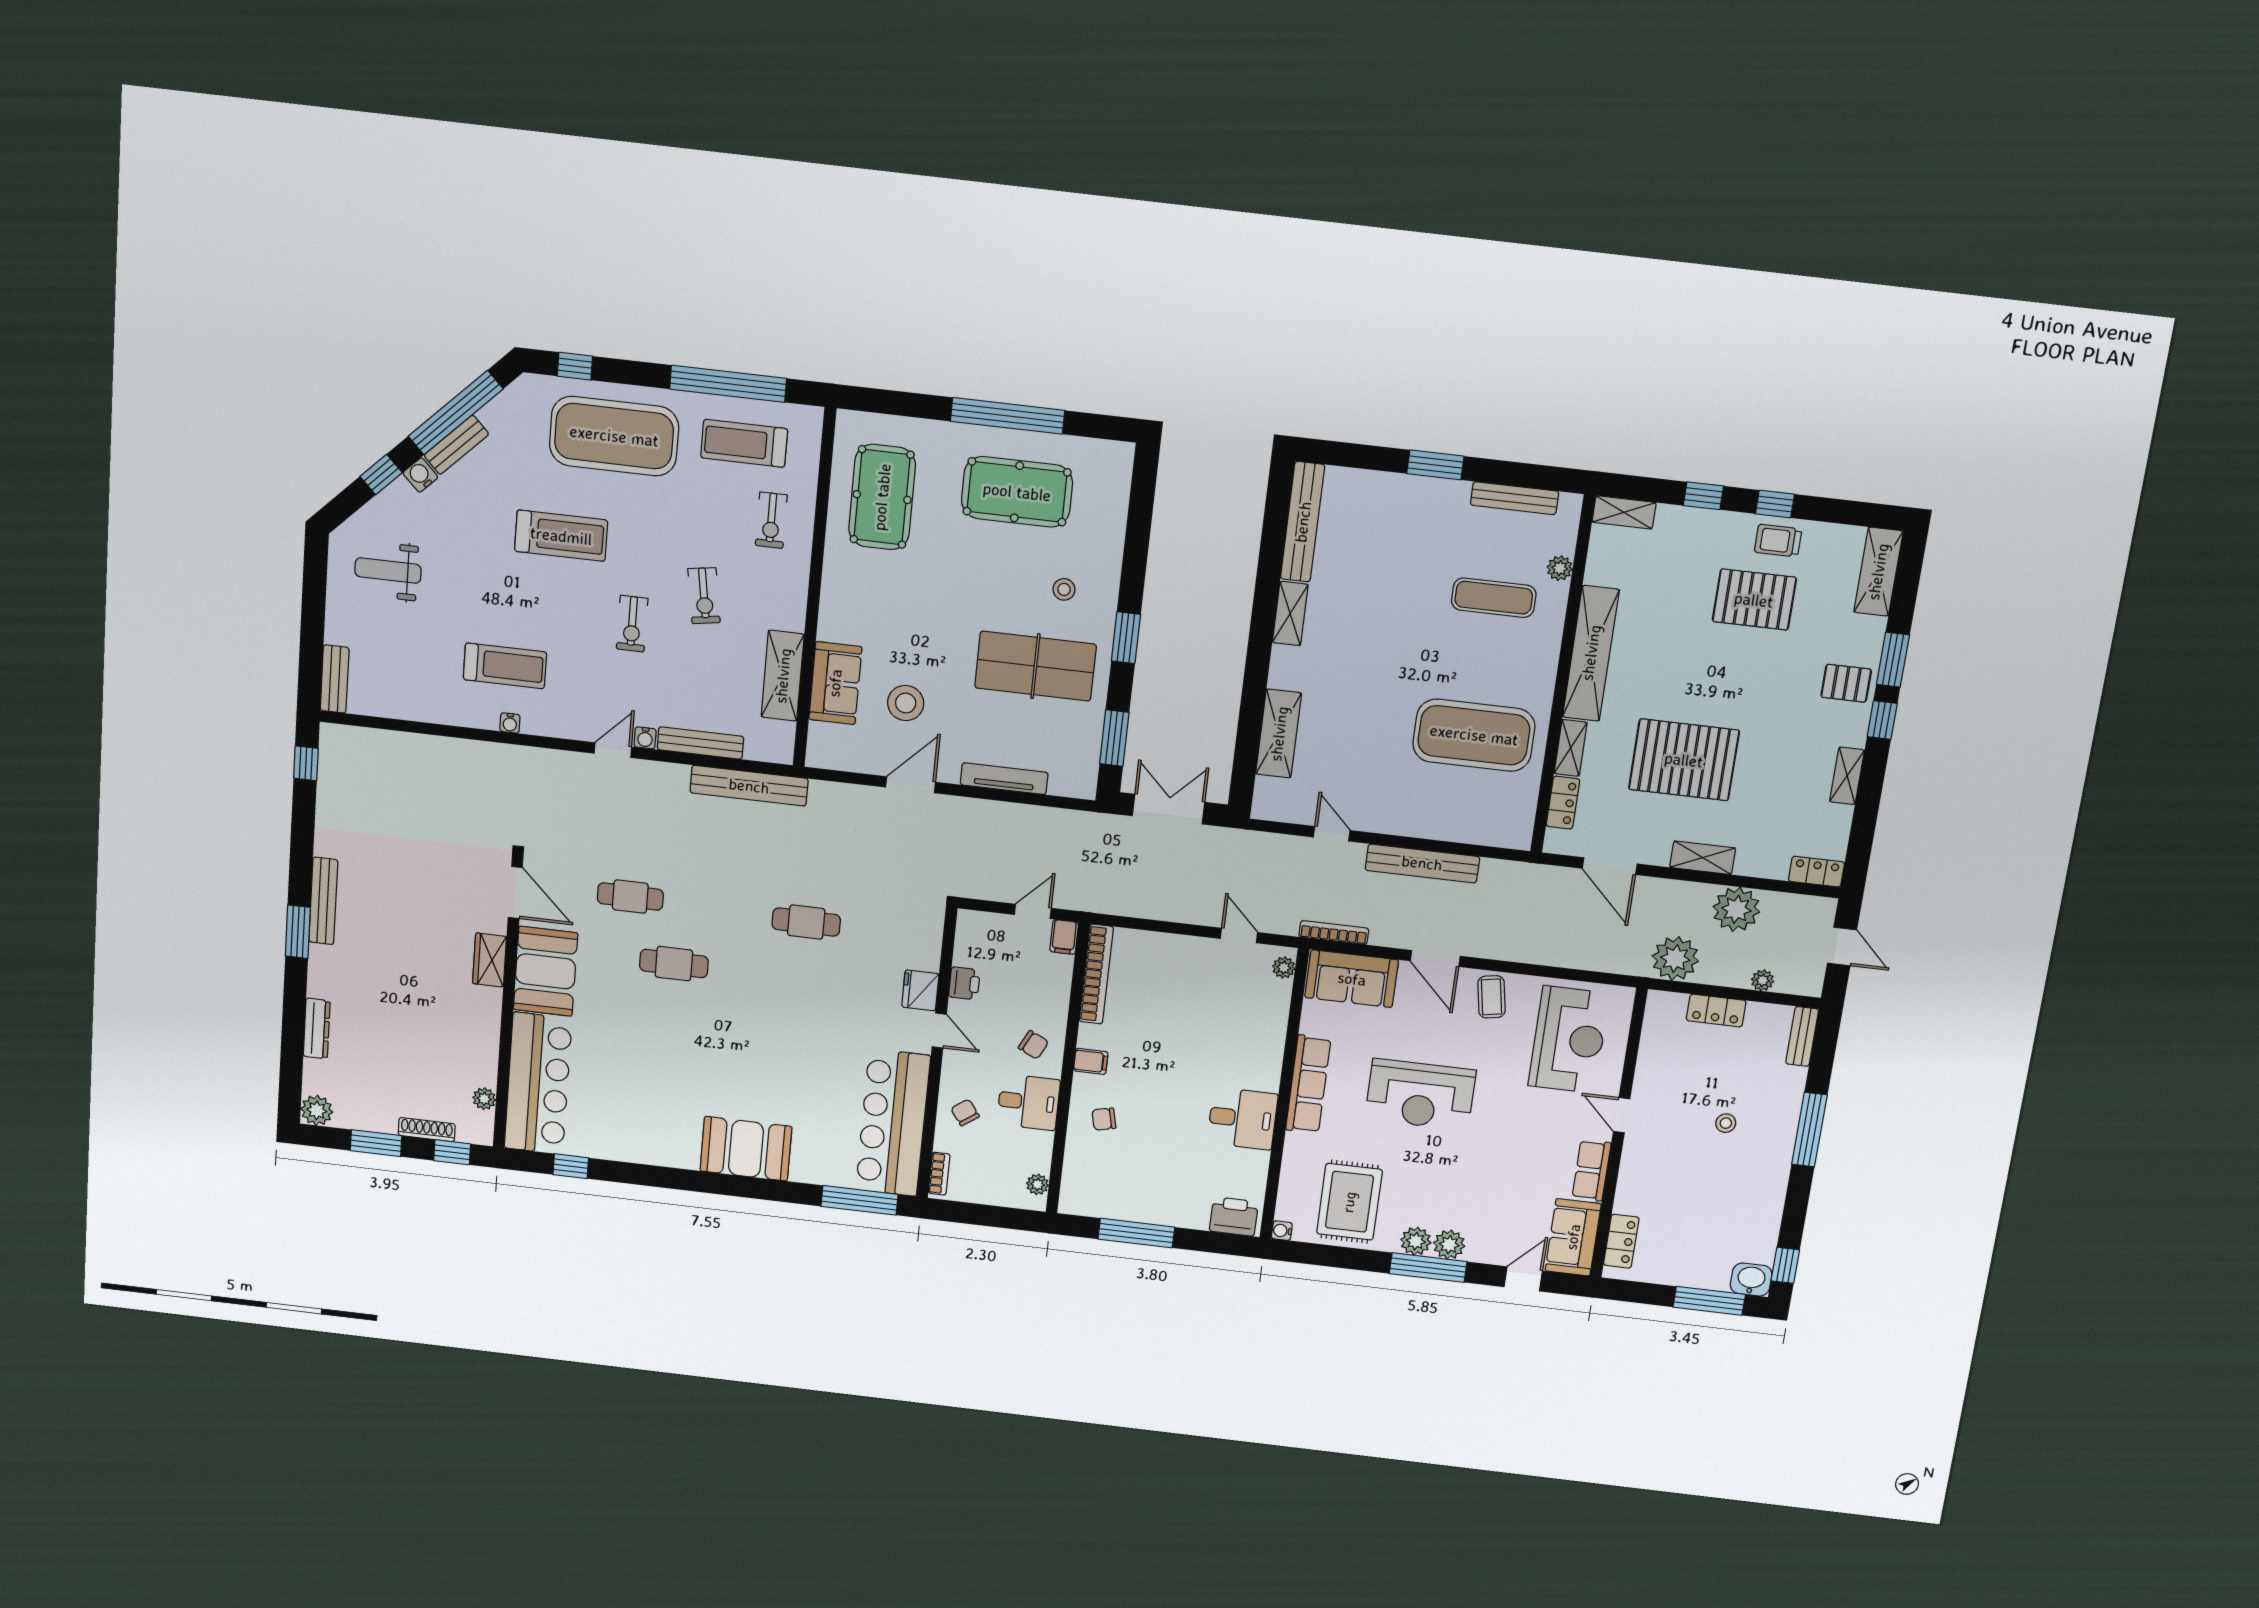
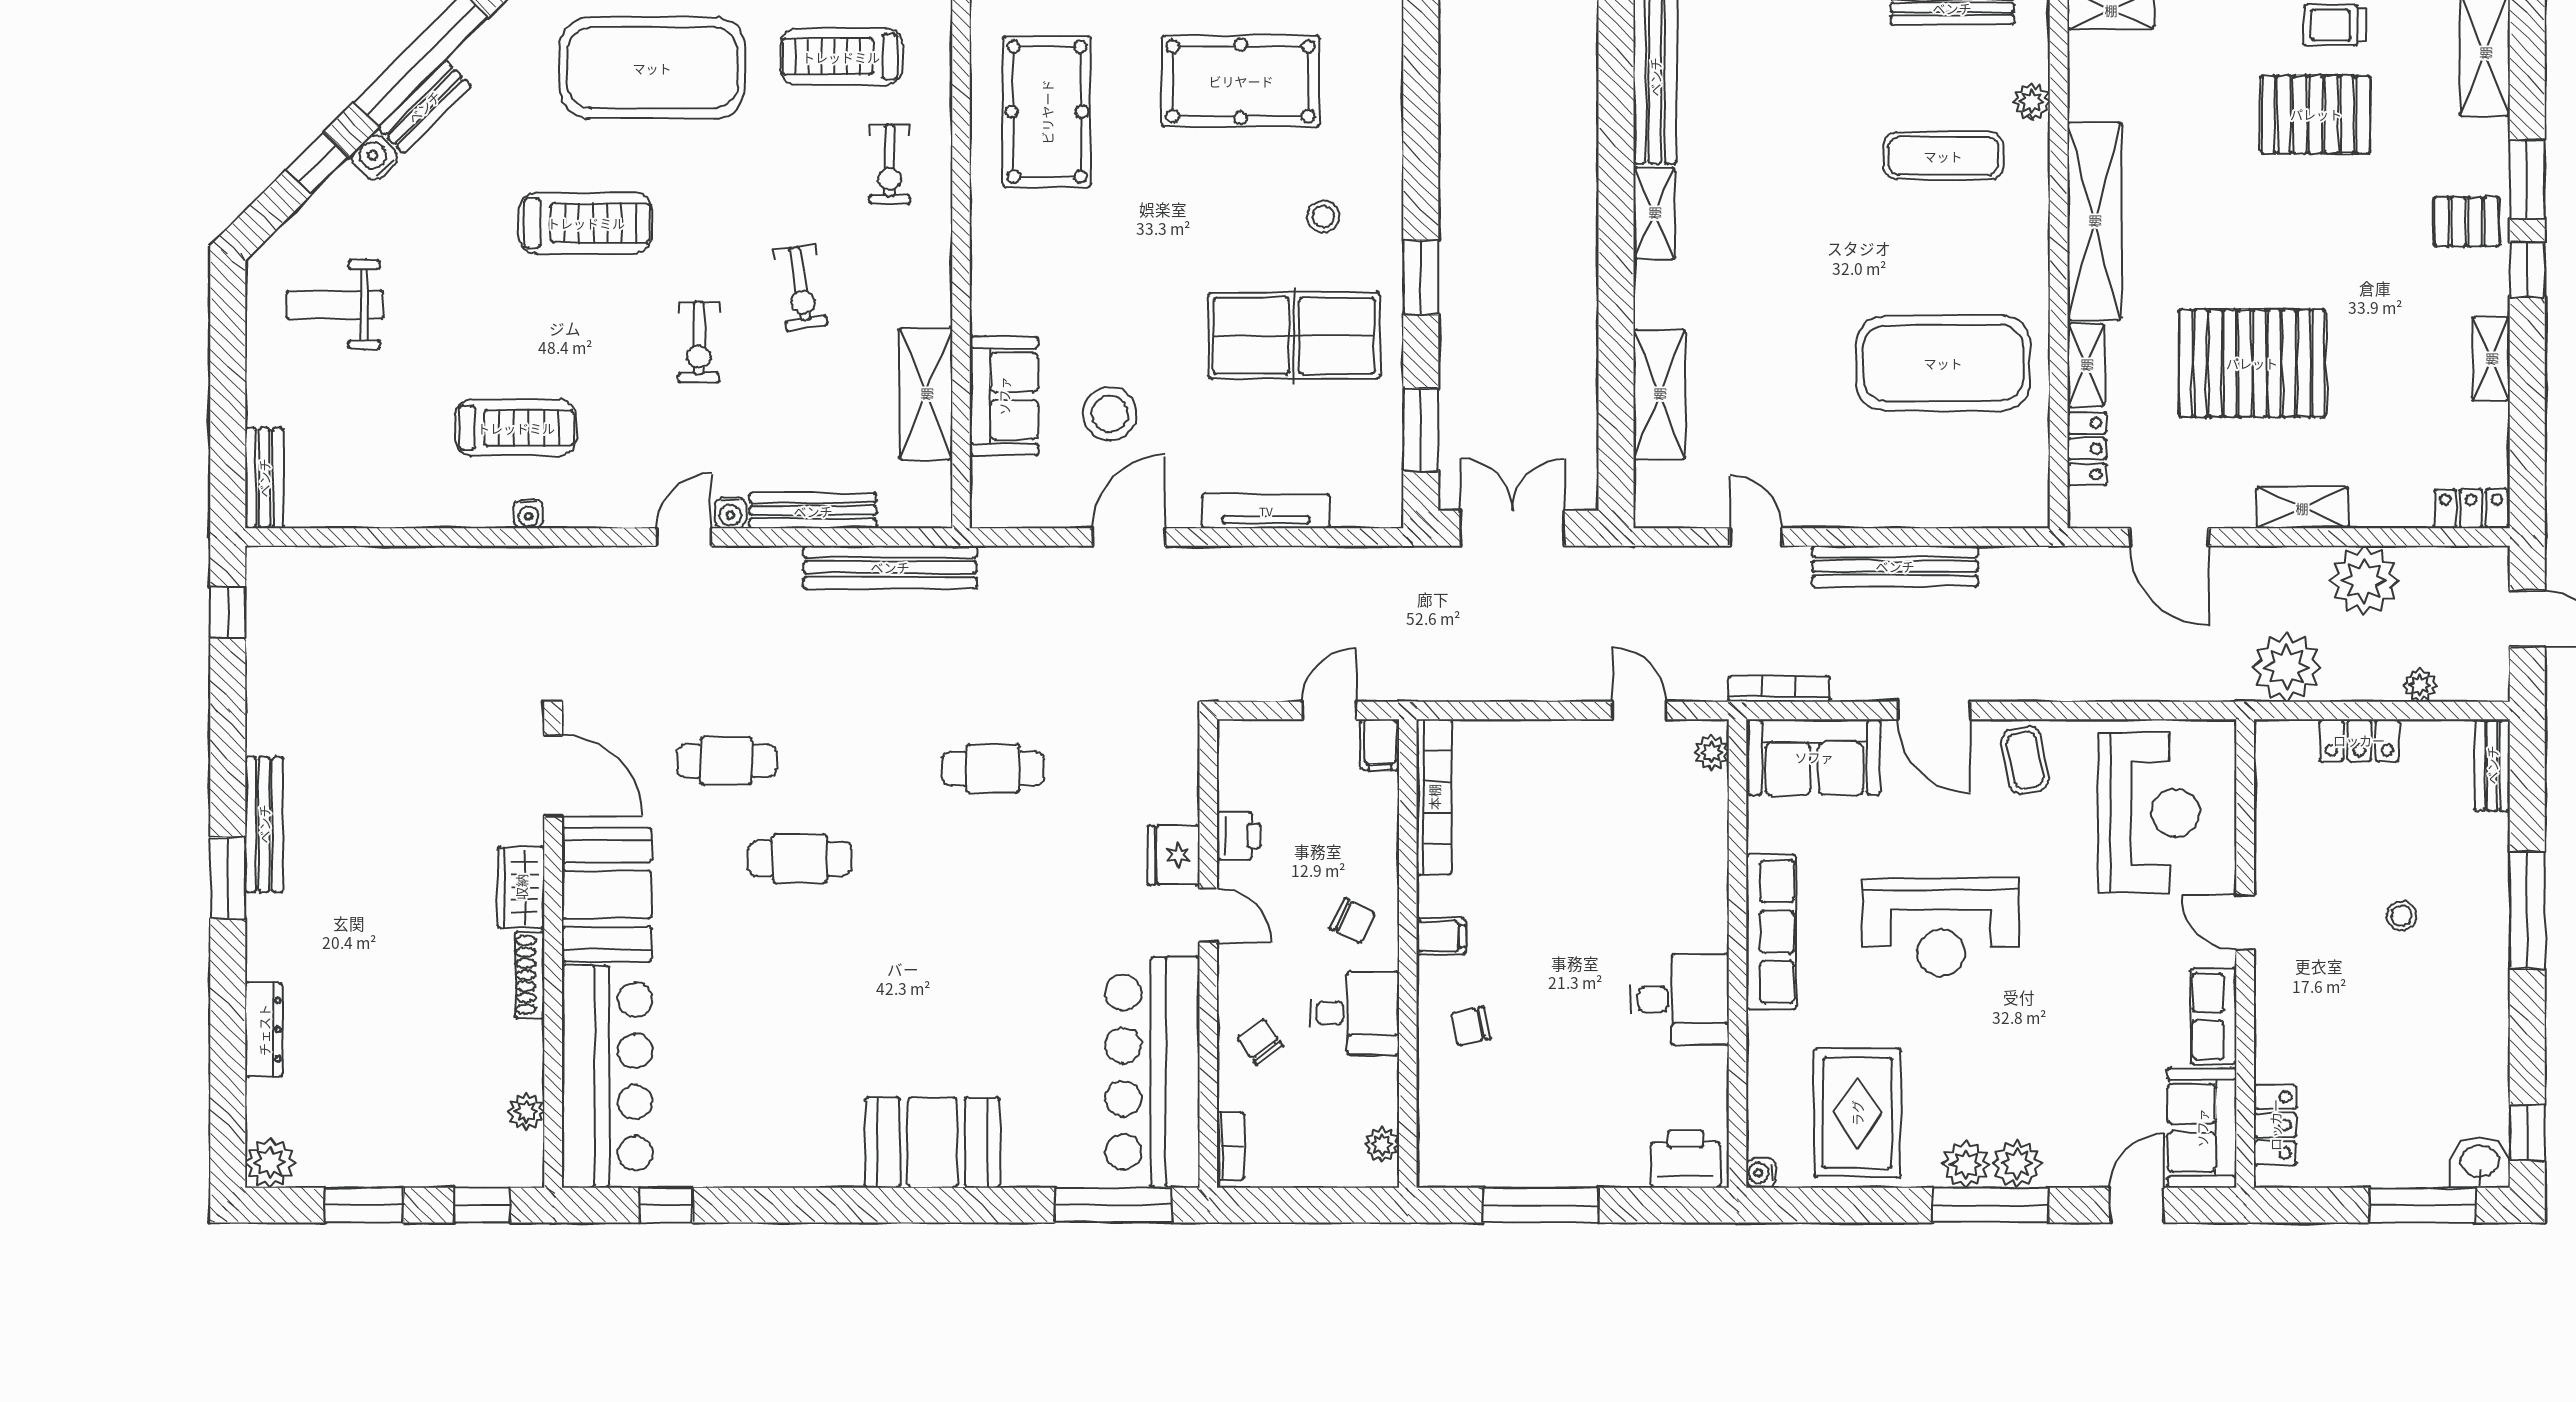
shoe rack: (427, 1130) -> (530, 975), moved, turned -90

